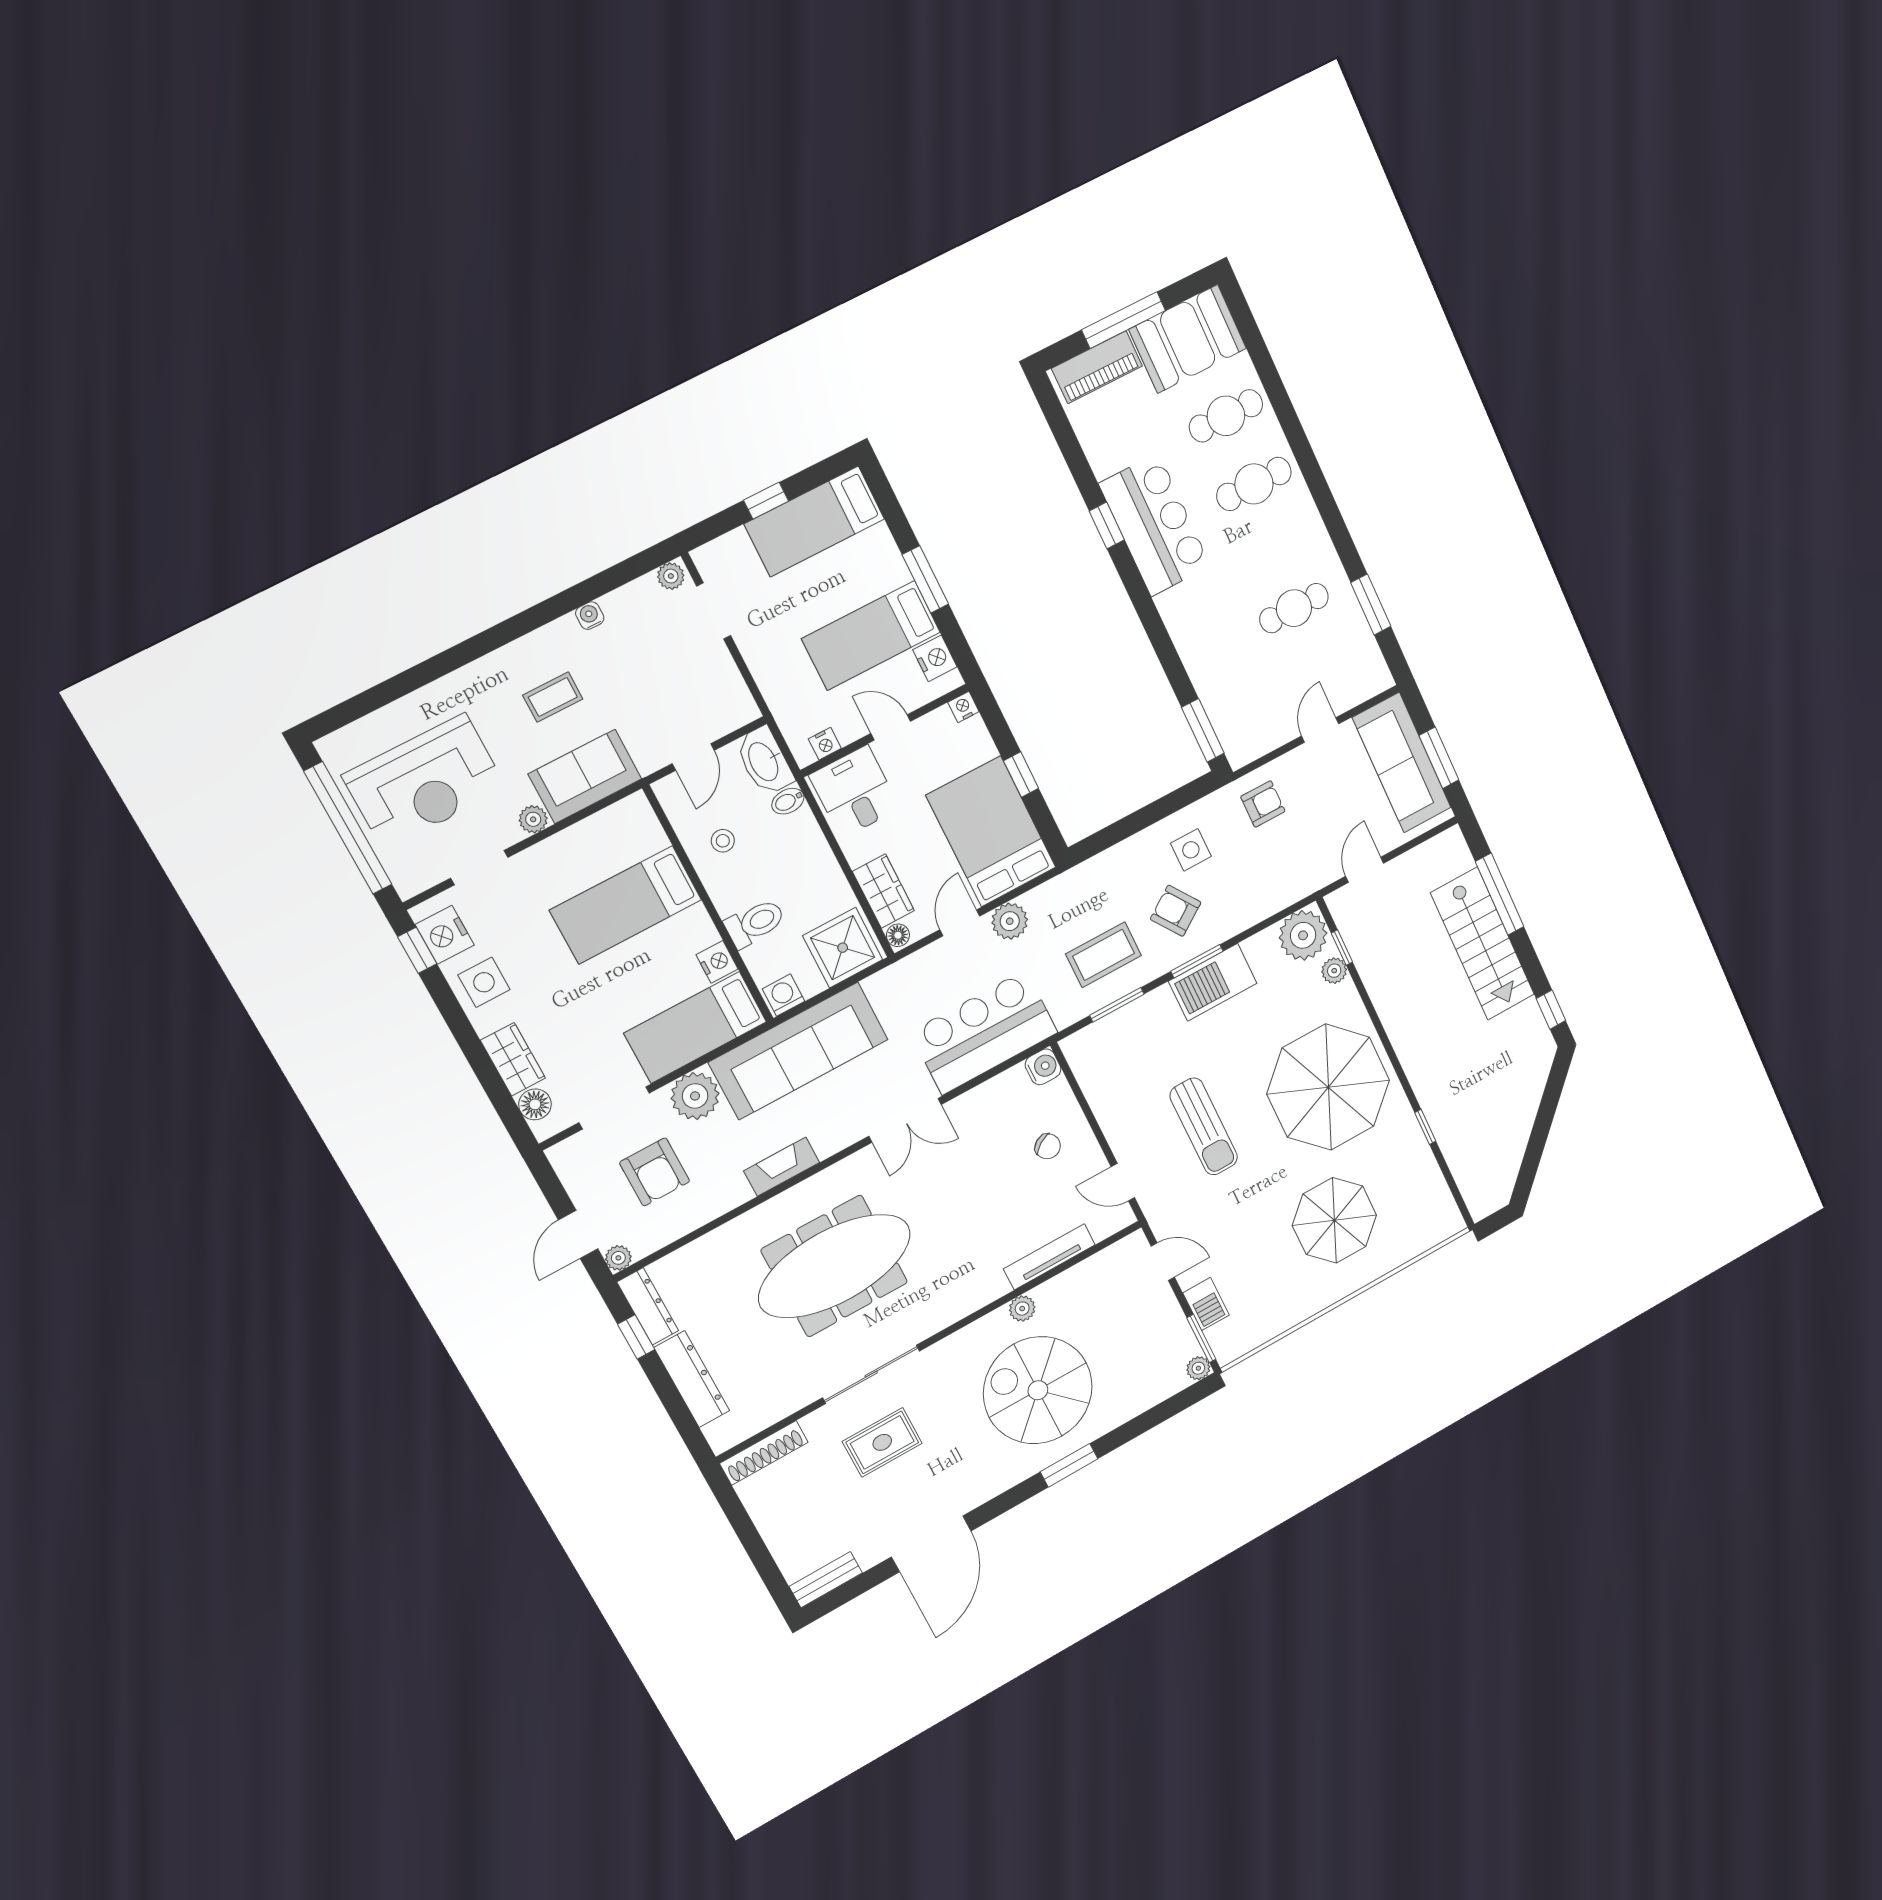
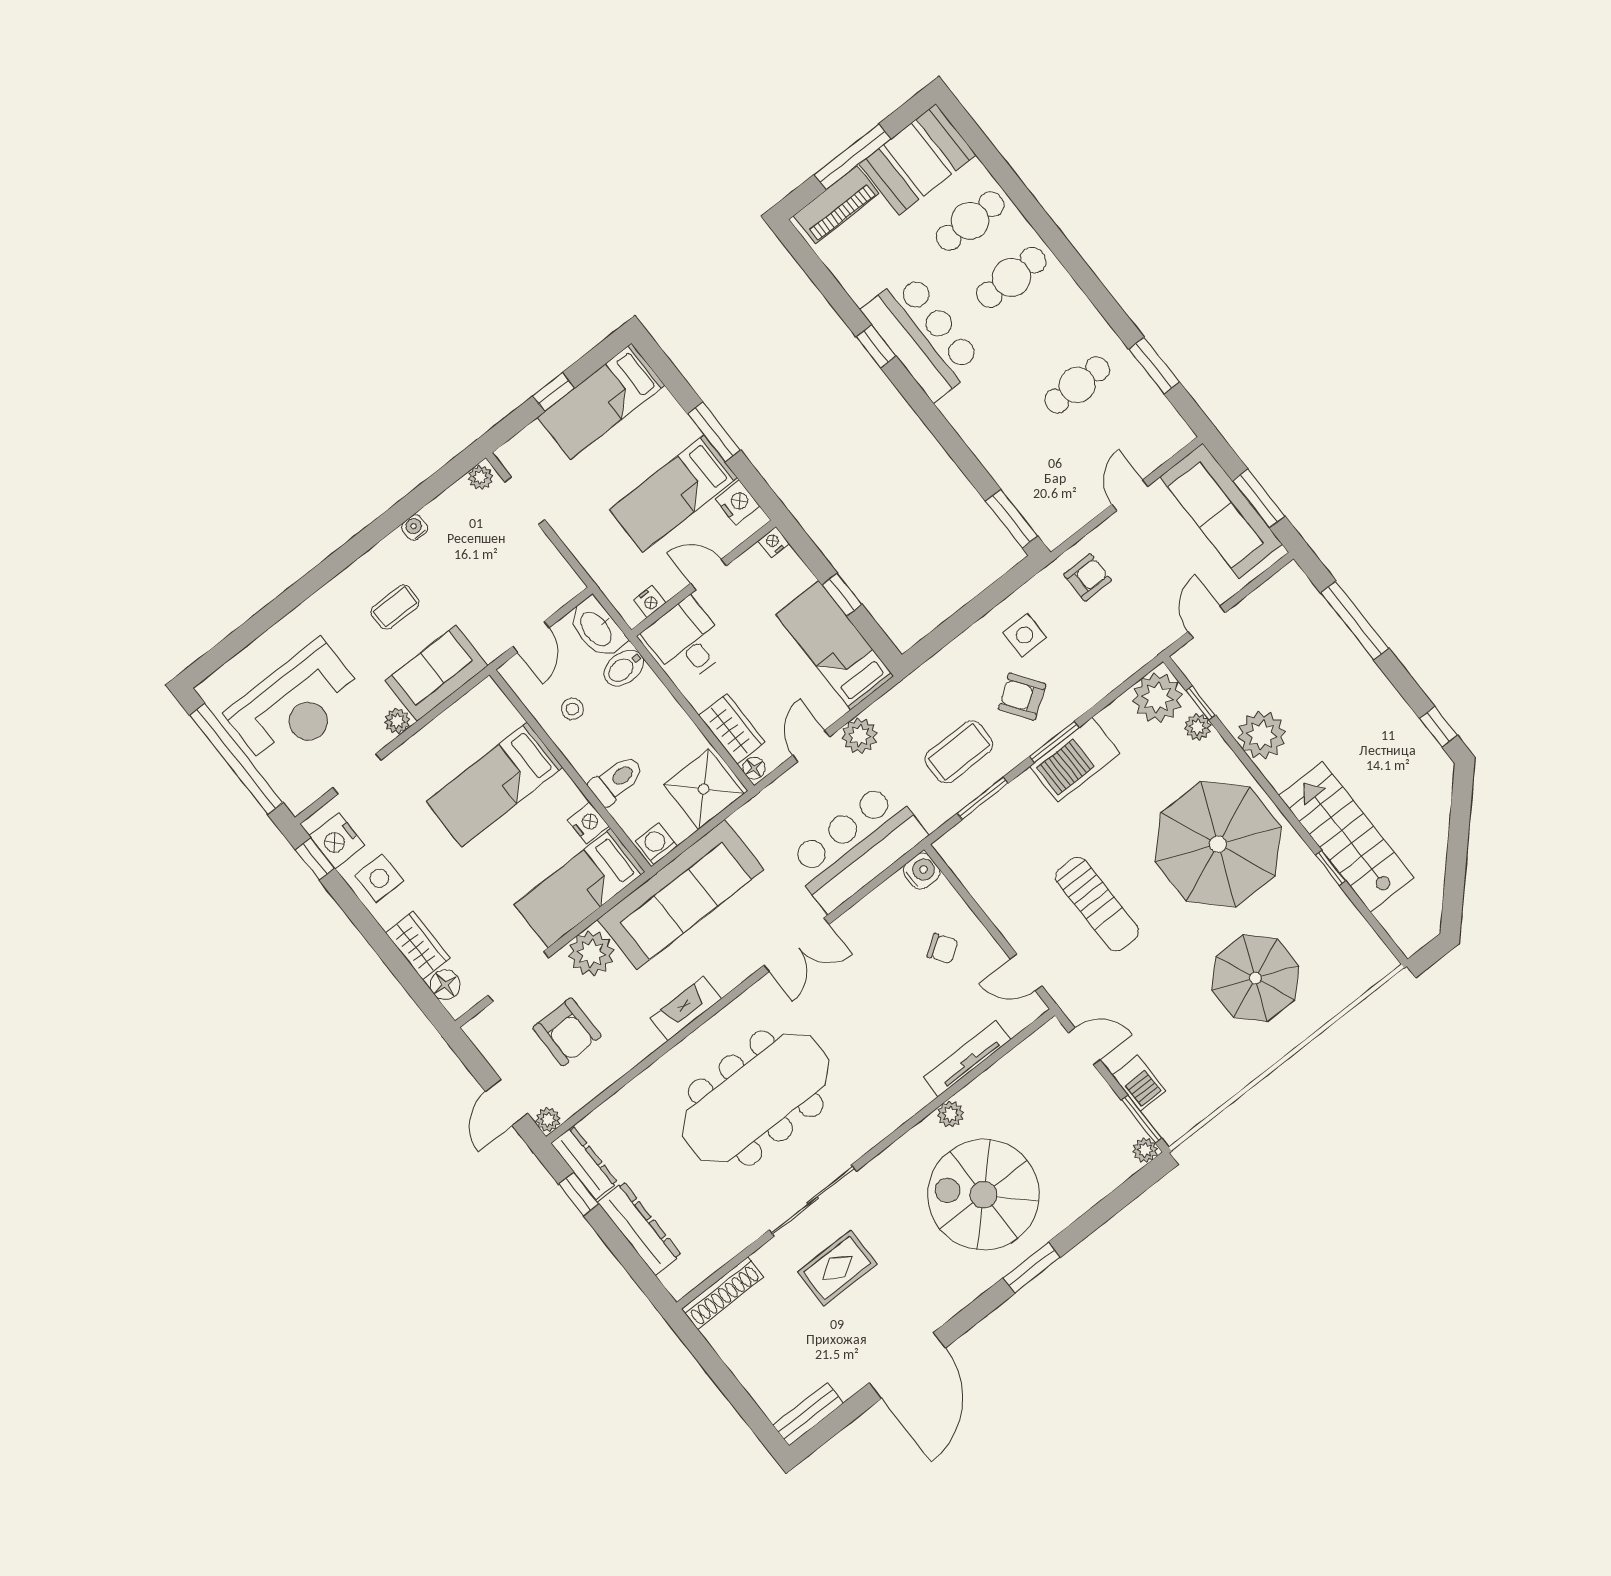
bidet: (788, 801) -> (624, 668), width x1.38, depth x1.36
bed: (991, 831) -> (835, 645), width x0.67
stairs: (1483, 944) -> (1346, 837), moved, turned 180
plant: (1391, 989) -> (1262, 735), added

